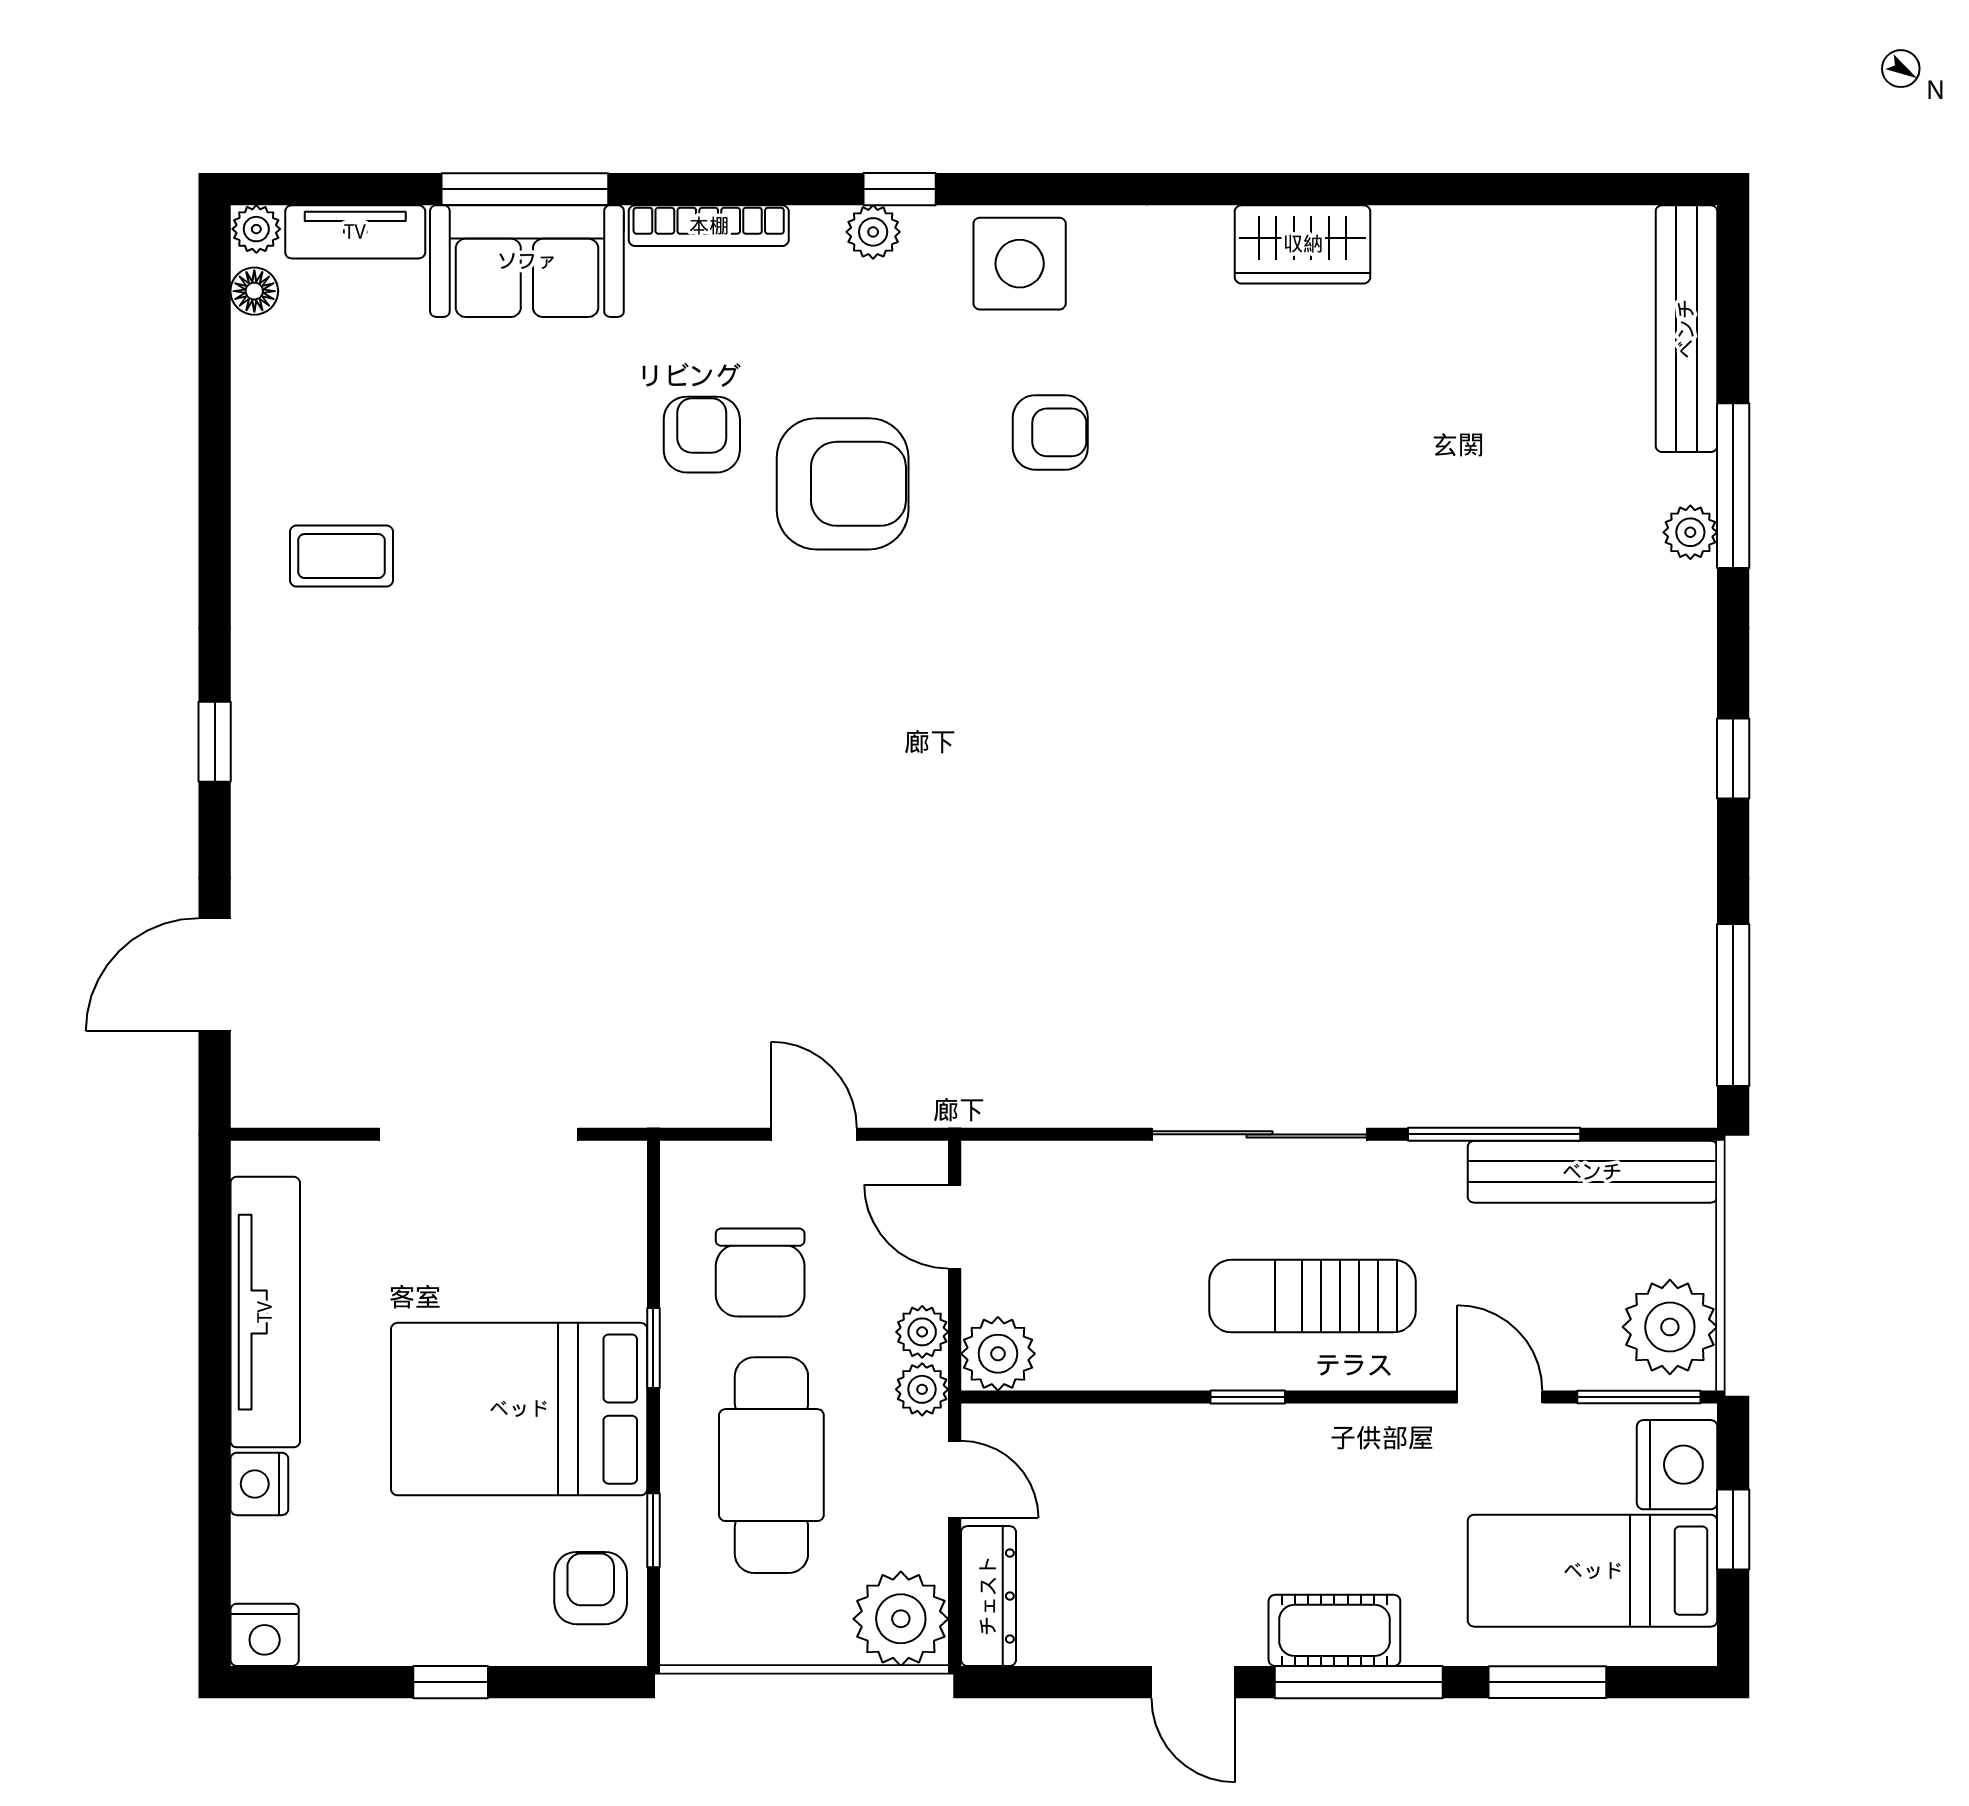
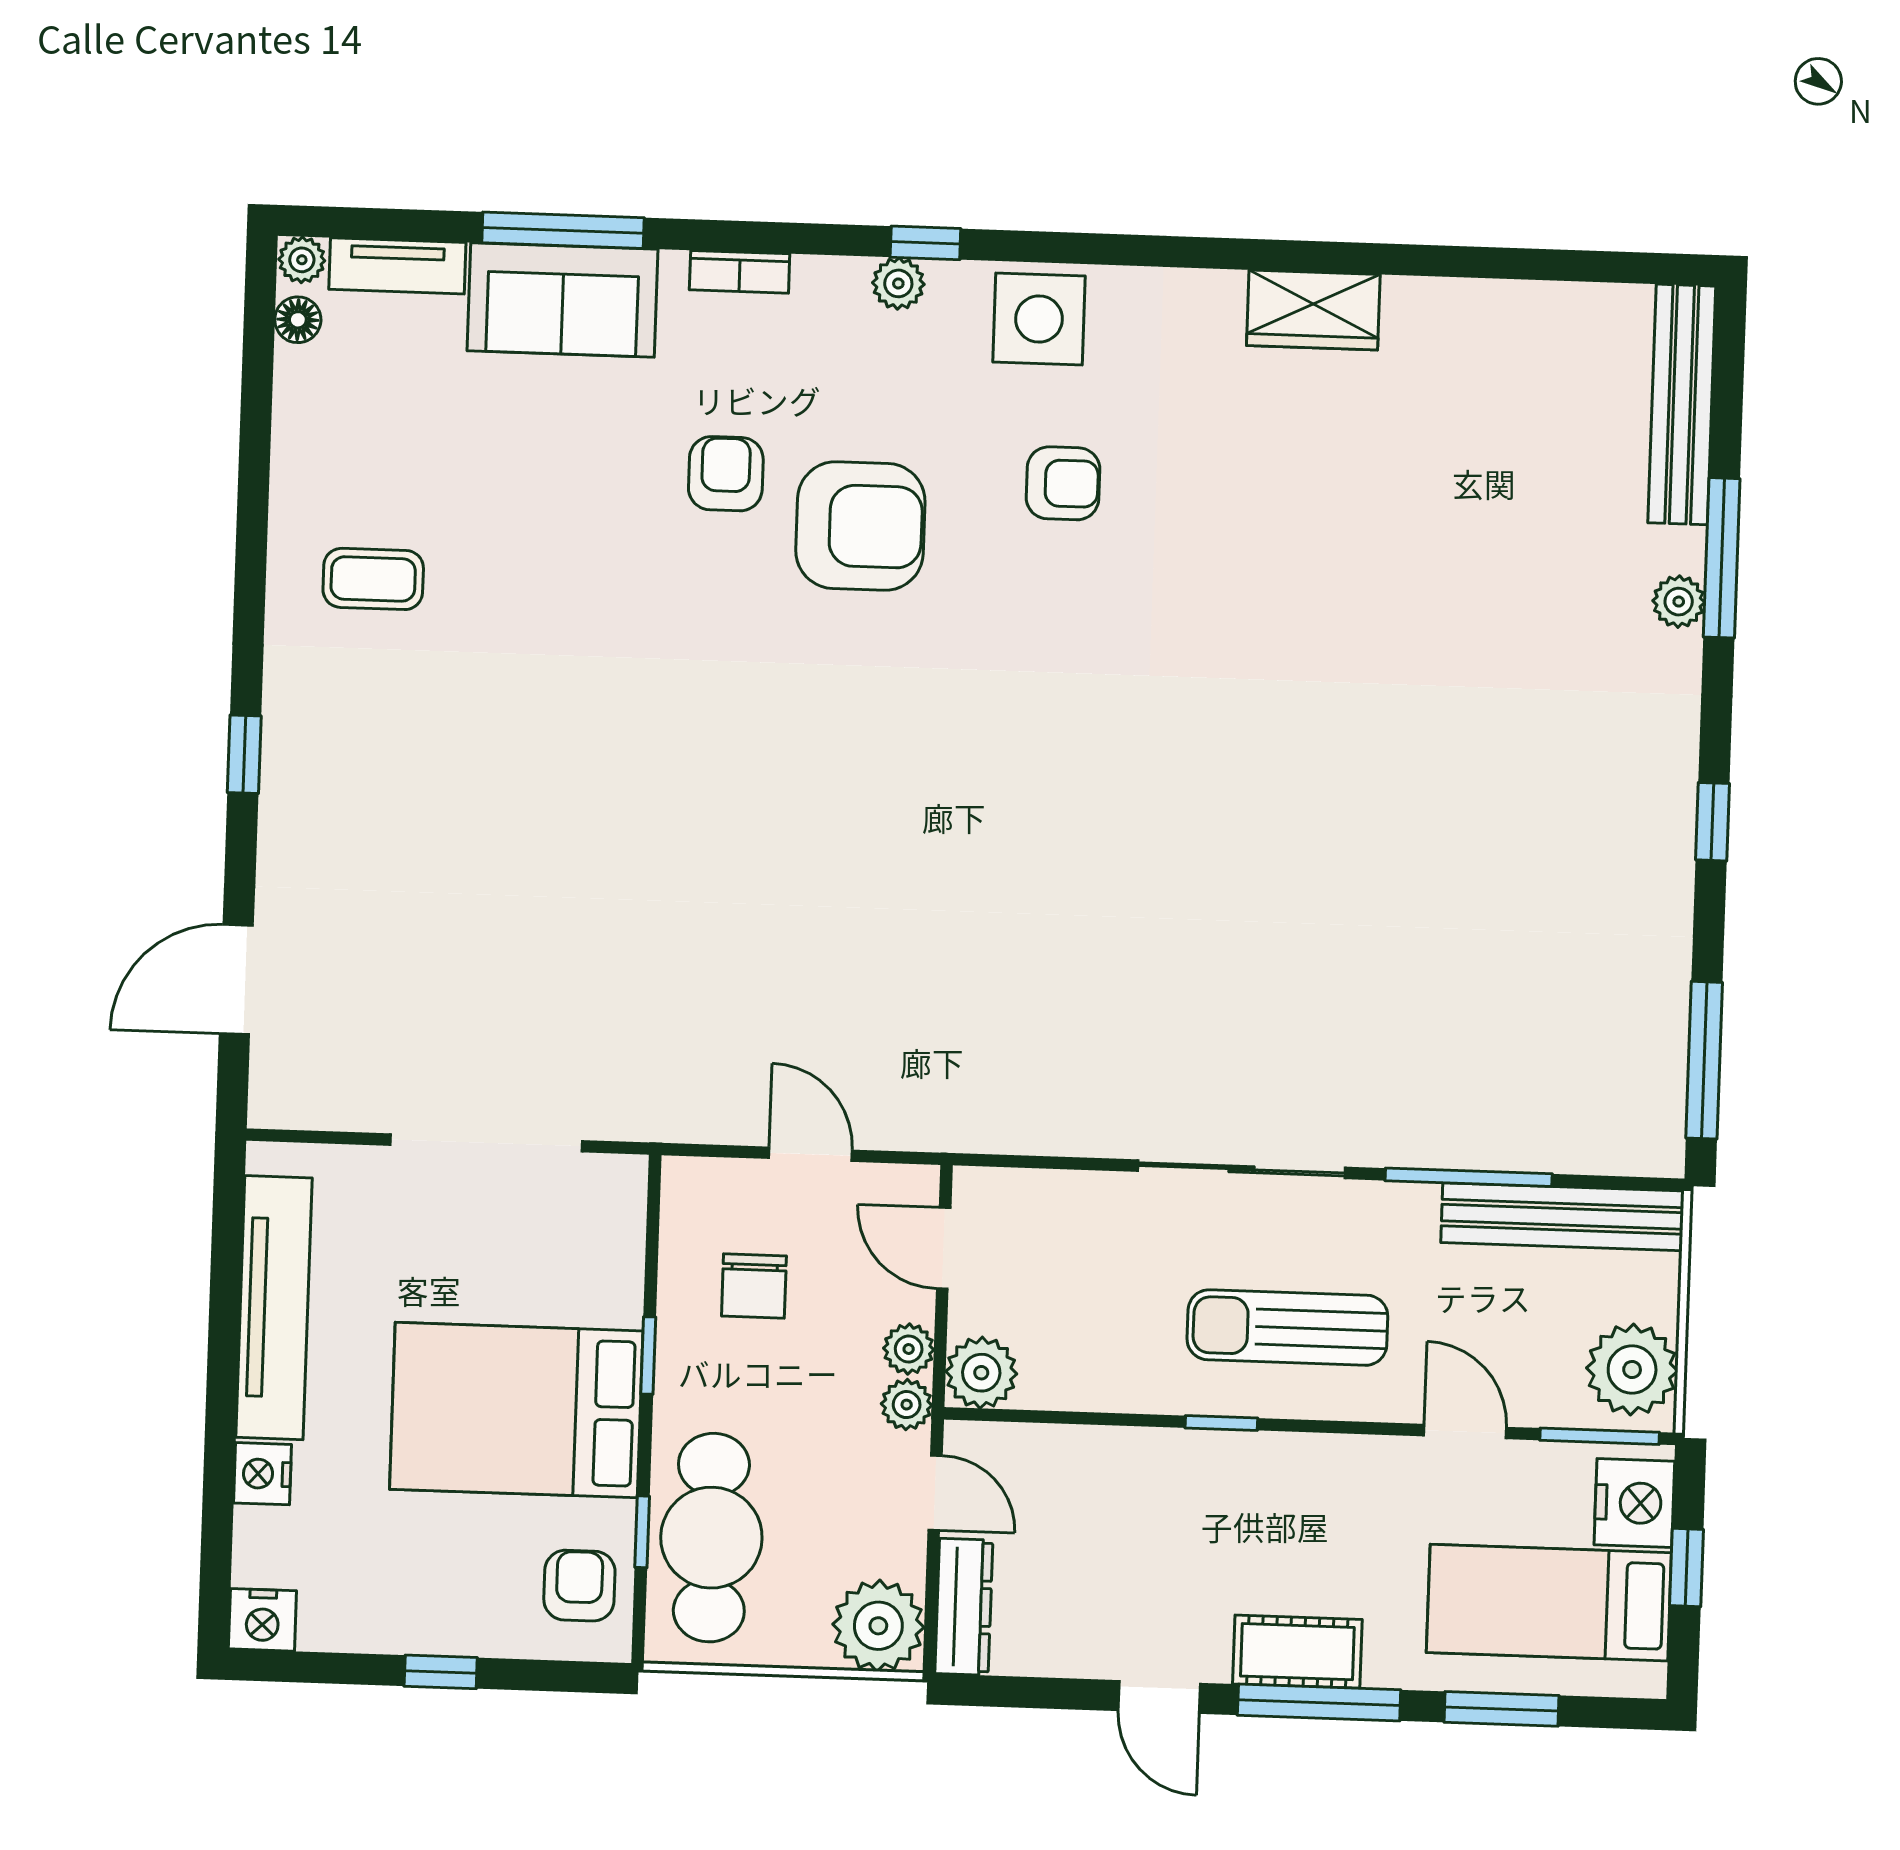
bookcase: (709, 226) -> (740, 272), width x0.64
chair: (760, 1272) -> (754, 1286), width x0.73, depth x0.73
cafe table: (771, 1465) -> (711, 1538), moved

